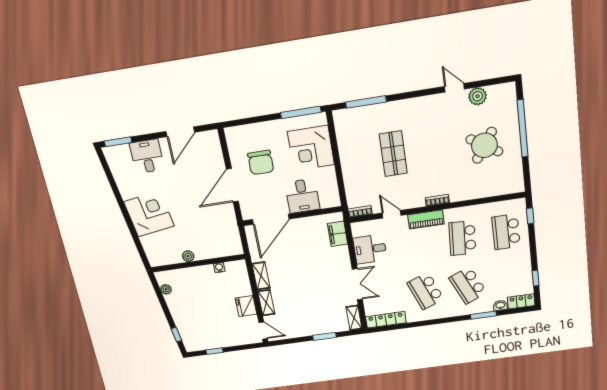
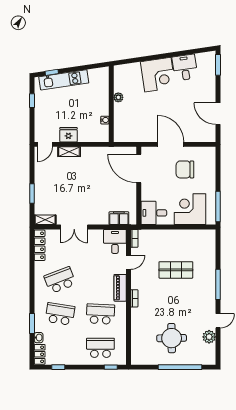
window: (366, 102) -> (218, 284), moved
round table: (484, 145) -> (172, 338), turned -34
desk: (147, 156) -> (185, 67), moved, turned -98
desk: (302, 196) -> (154, 213), moved
desk: (370, 249) -> (115, 241), moved
shelving: (261, 276) -> (93, 152), removed
school desk: (468, 285) -> (60, 314), turned 33
plant: (166, 289) -> (93, 73), removed
kitchen unit: (182, 320) -> (64, 80), added

